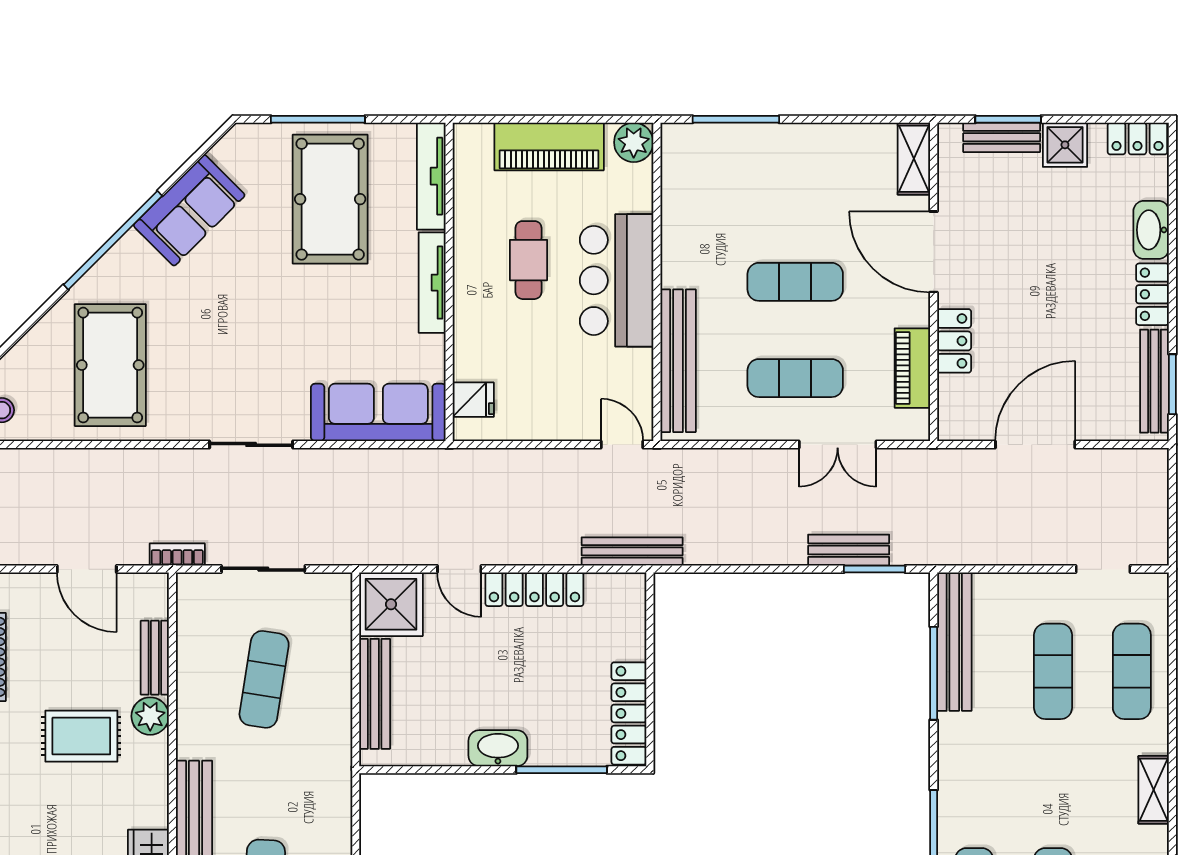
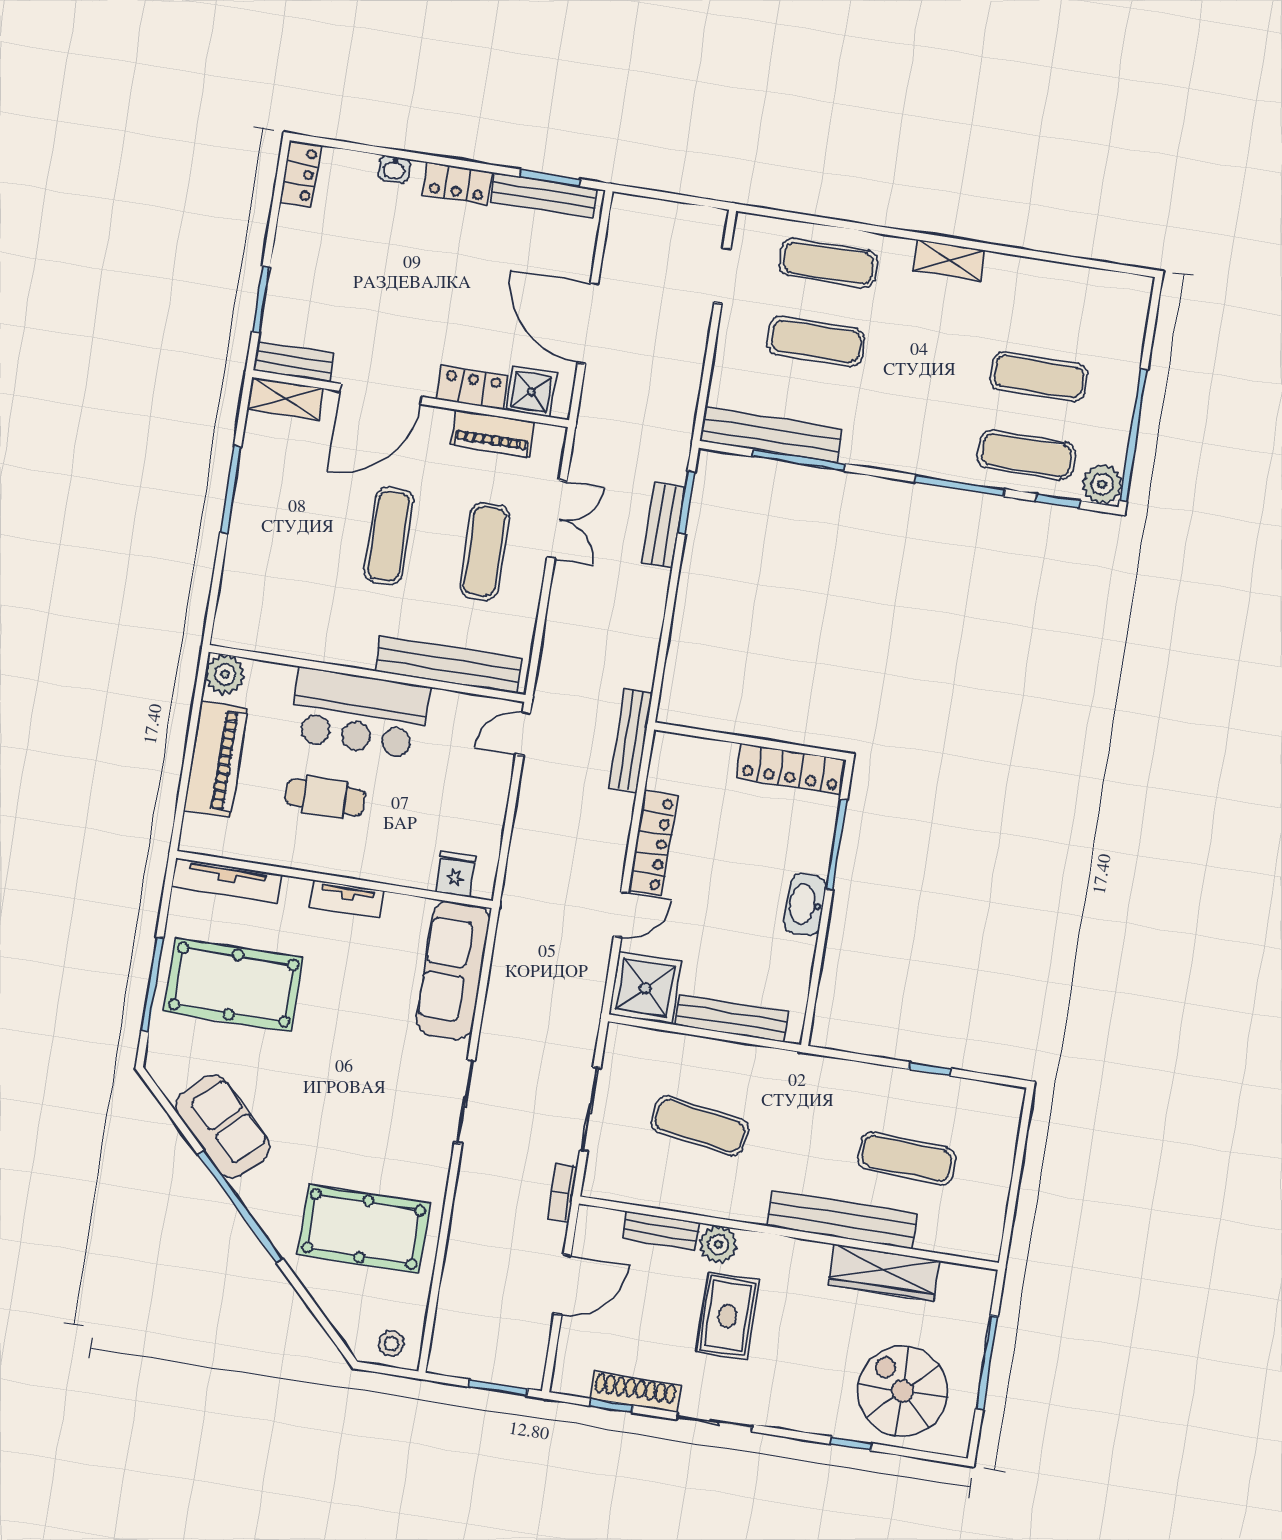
window: (736, 119) -> (231, 490), moved
bench: (1002, 137) -> (294, 362), moved, turned 90
shower: (1065, 145) -> (531, 392), moved
washbasin: (1151, 230) -> (394, 169), width x0.52, depth x0.69
tv unit: (432, 283) -> (347, 899), width x0.71

